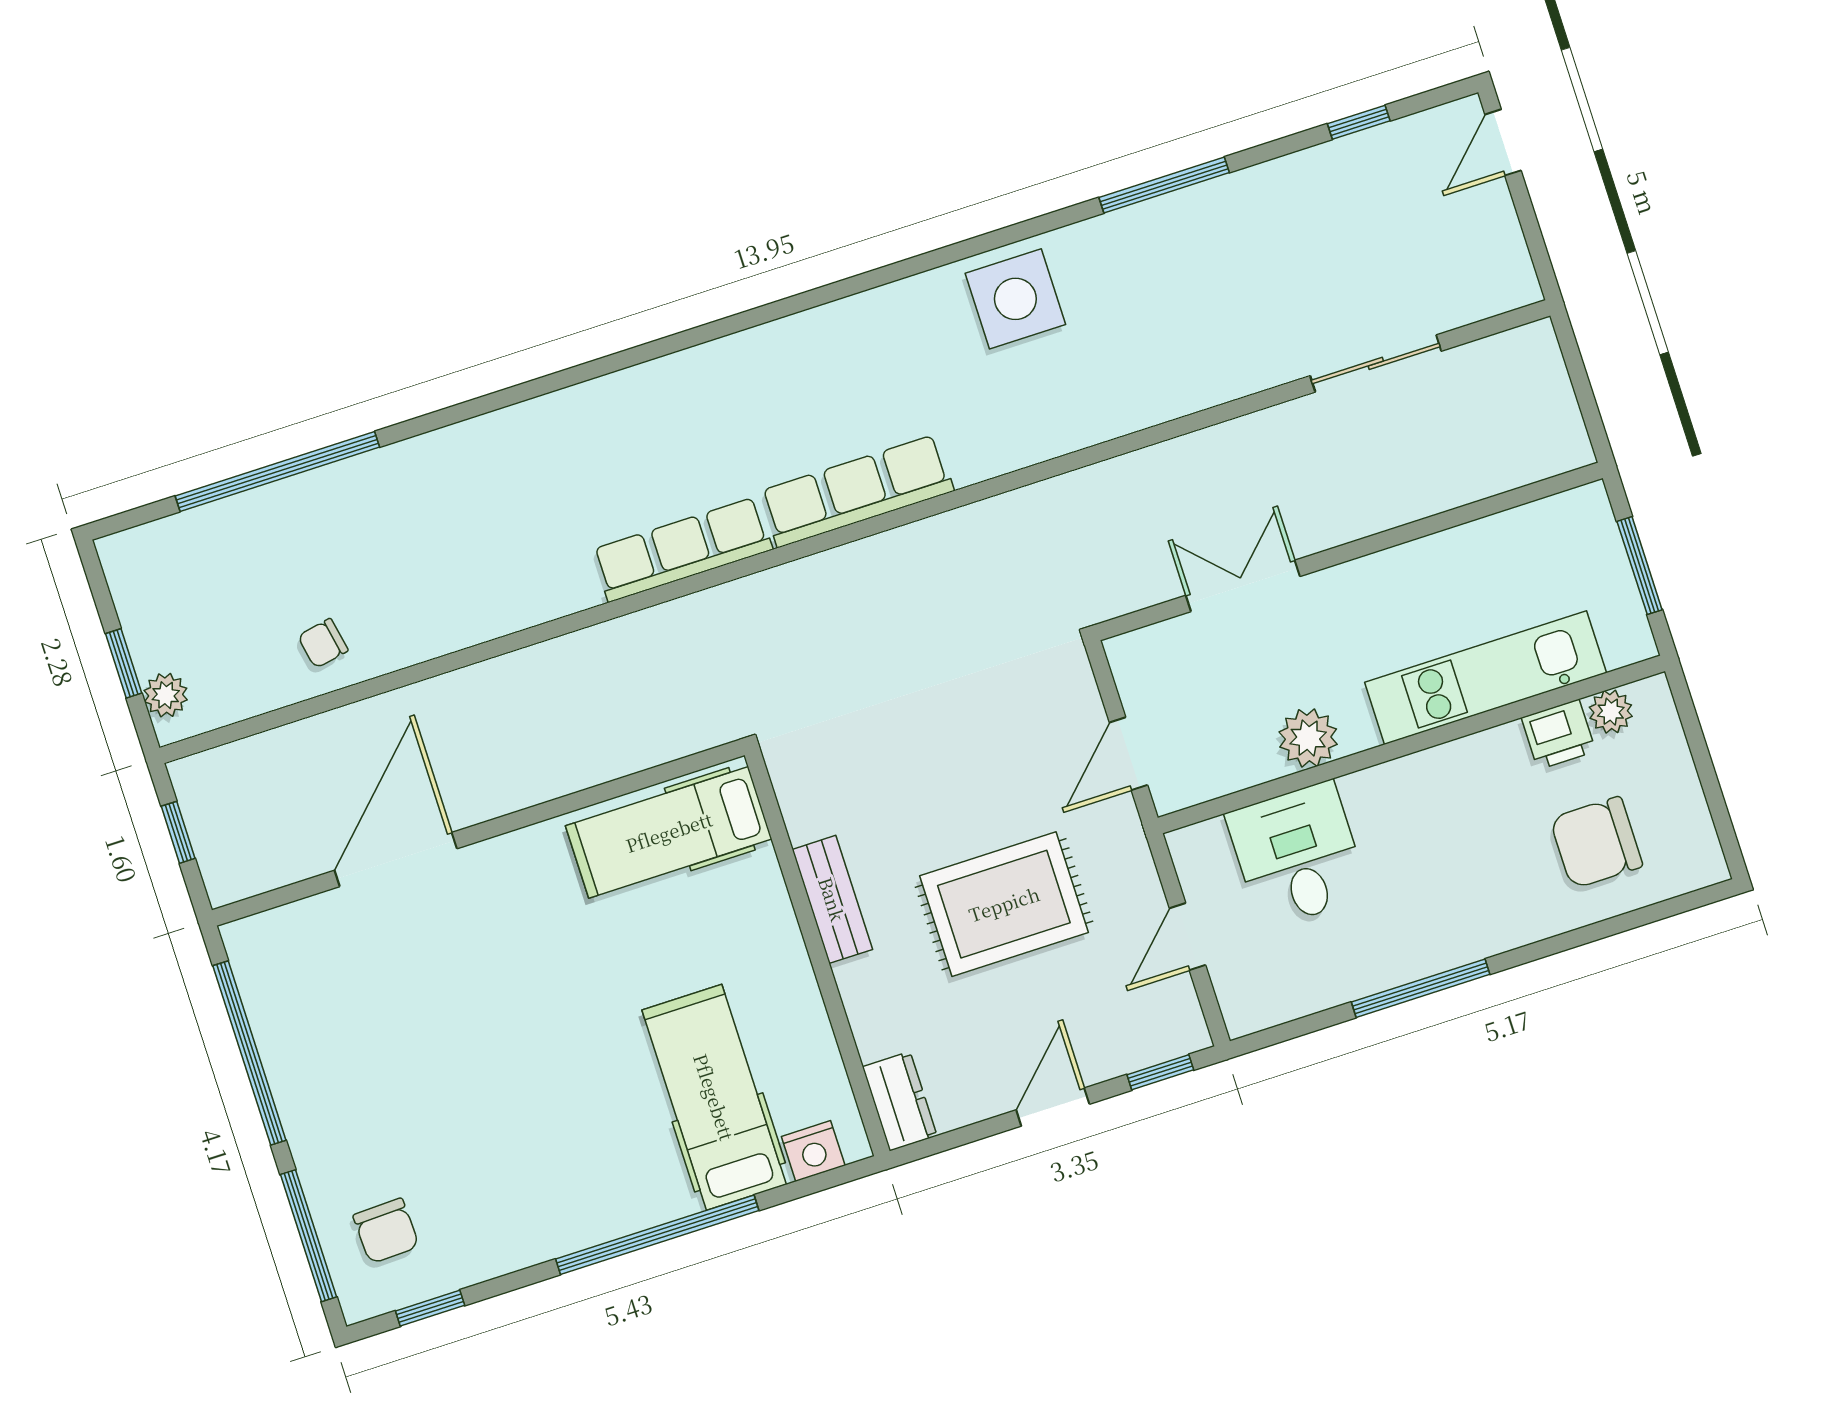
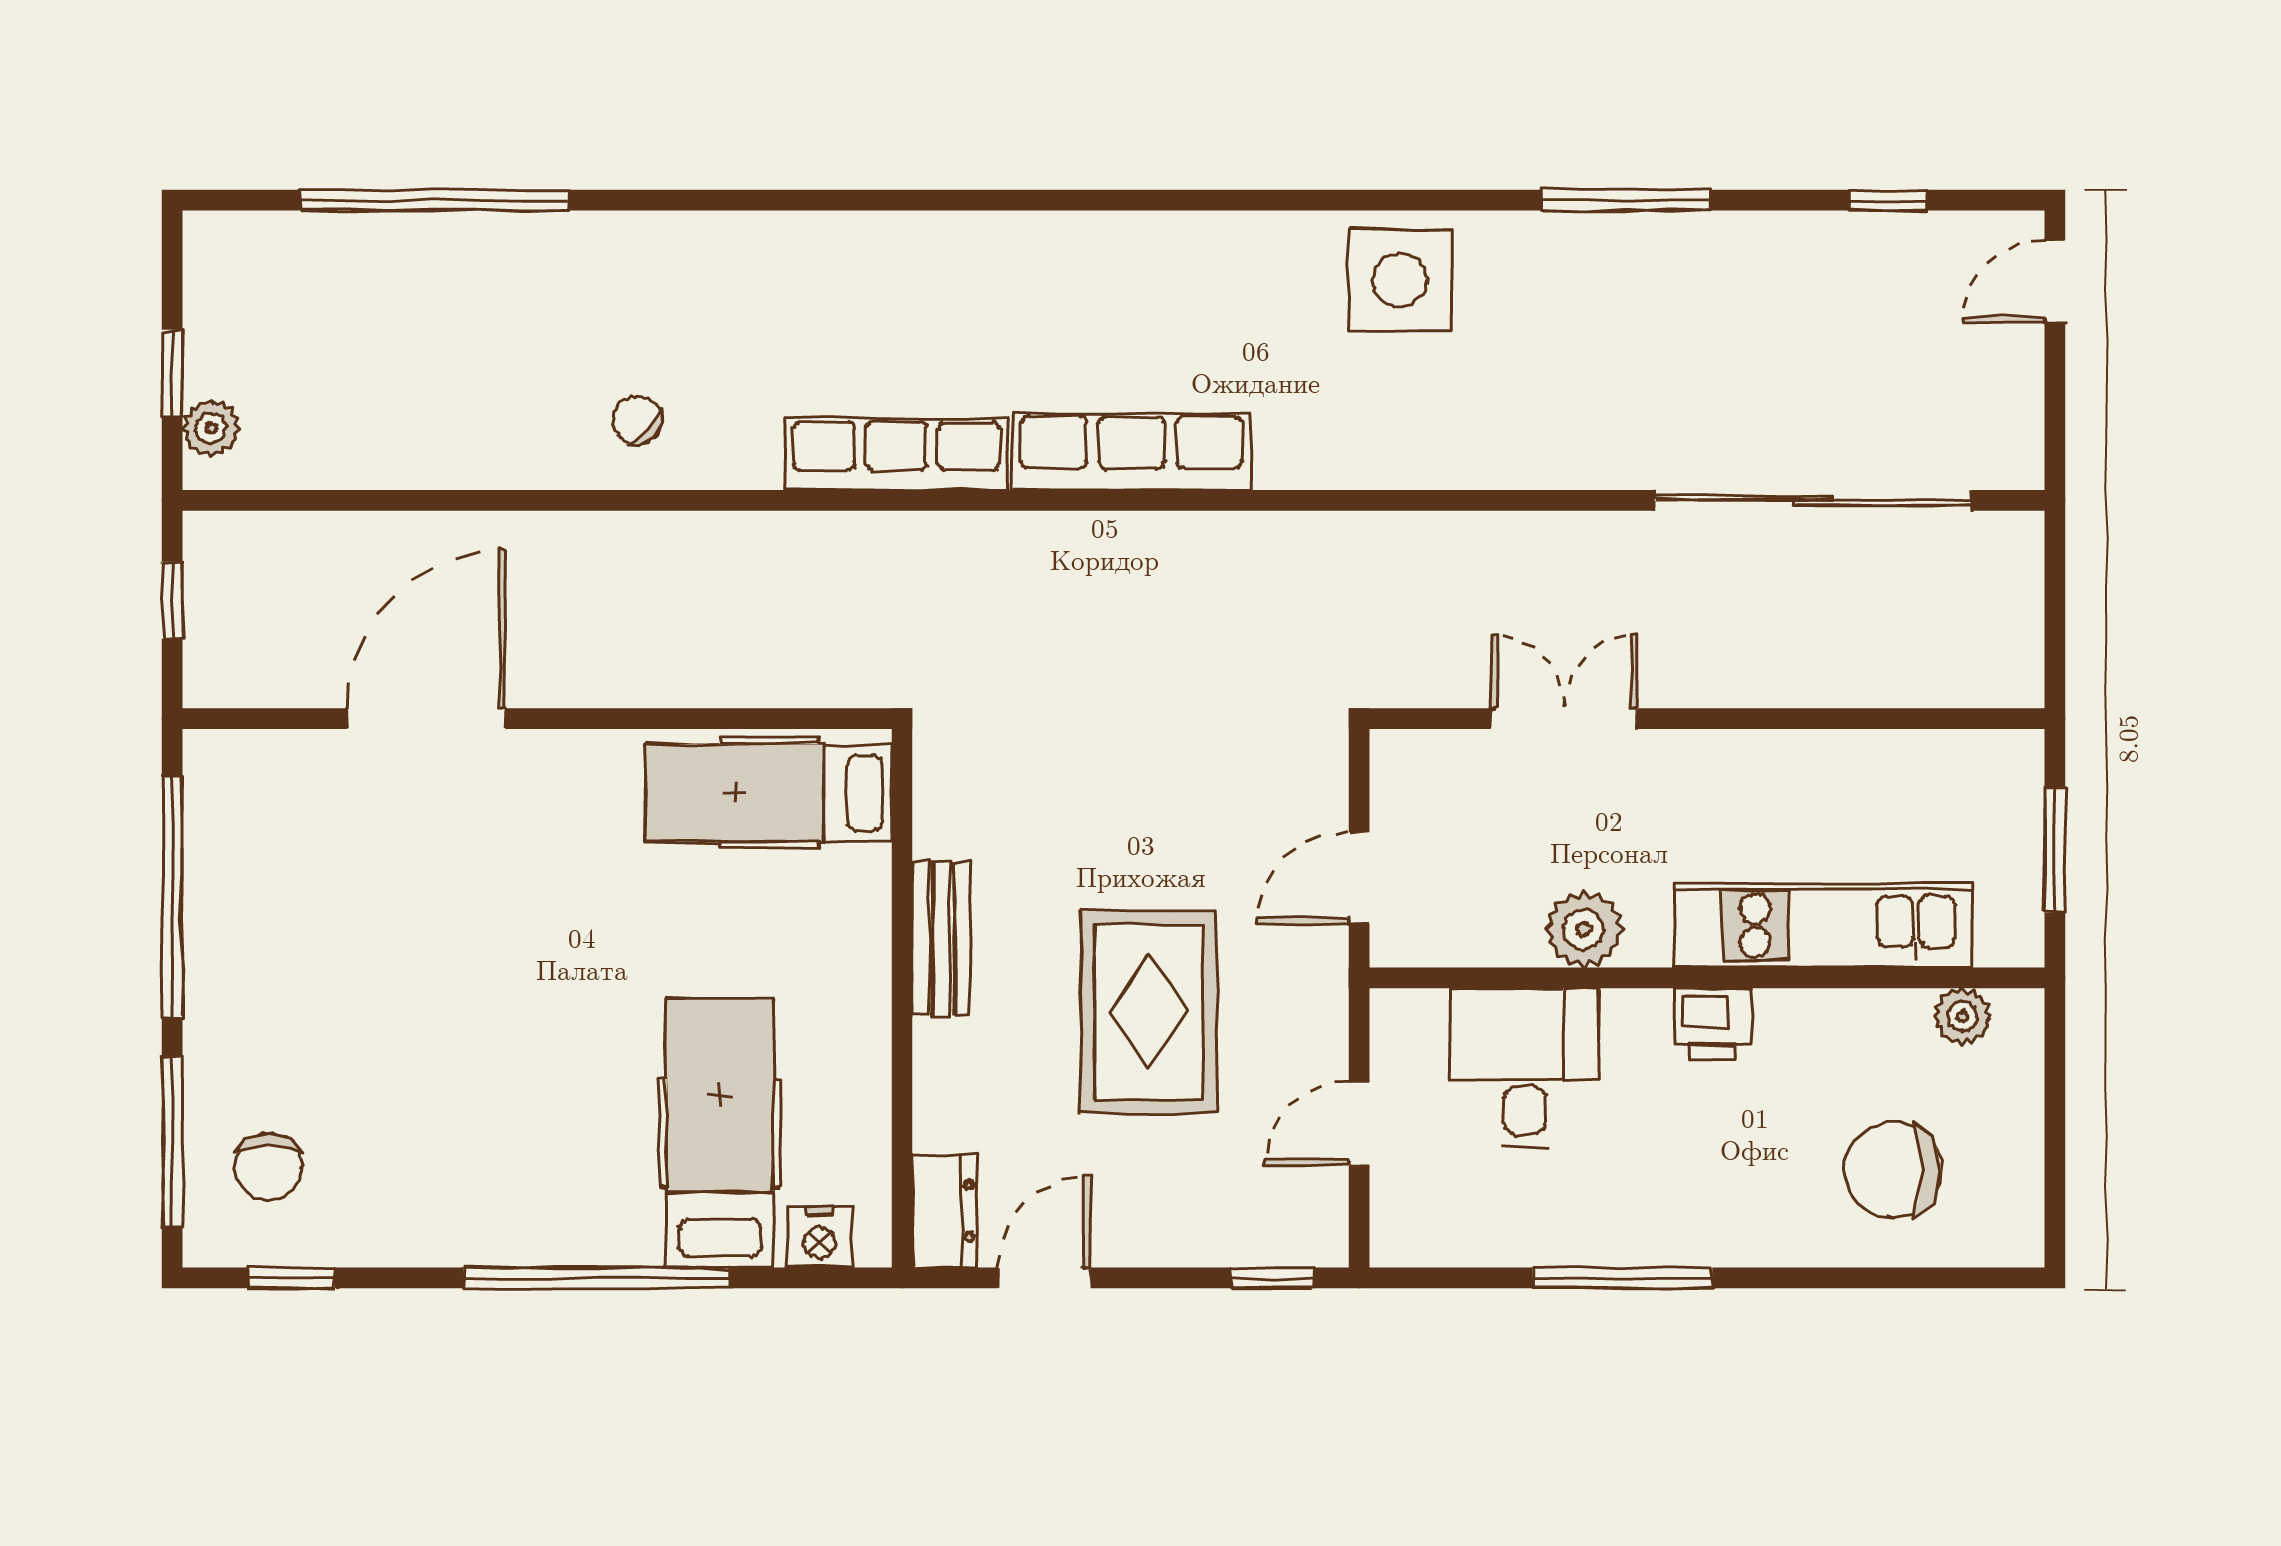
sliding door: (1376, 363) -> (1813, 500), width x1.86
chair: (323, 643) -> (637, 420), moved, turned 56
printer: (1558, 734) -> (1713, 1023), moved
rug: (1004, 904) -> (1149, 1012), turned 90
door: (1053, 1107) -> (1045, 1278), moved

